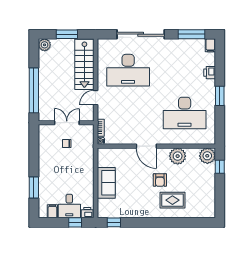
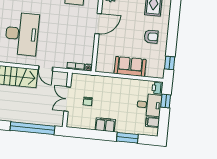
filing cabinet: (45, 164) -> (105, 125), added
armchair: (160, 180) -> (151, 37), moved

